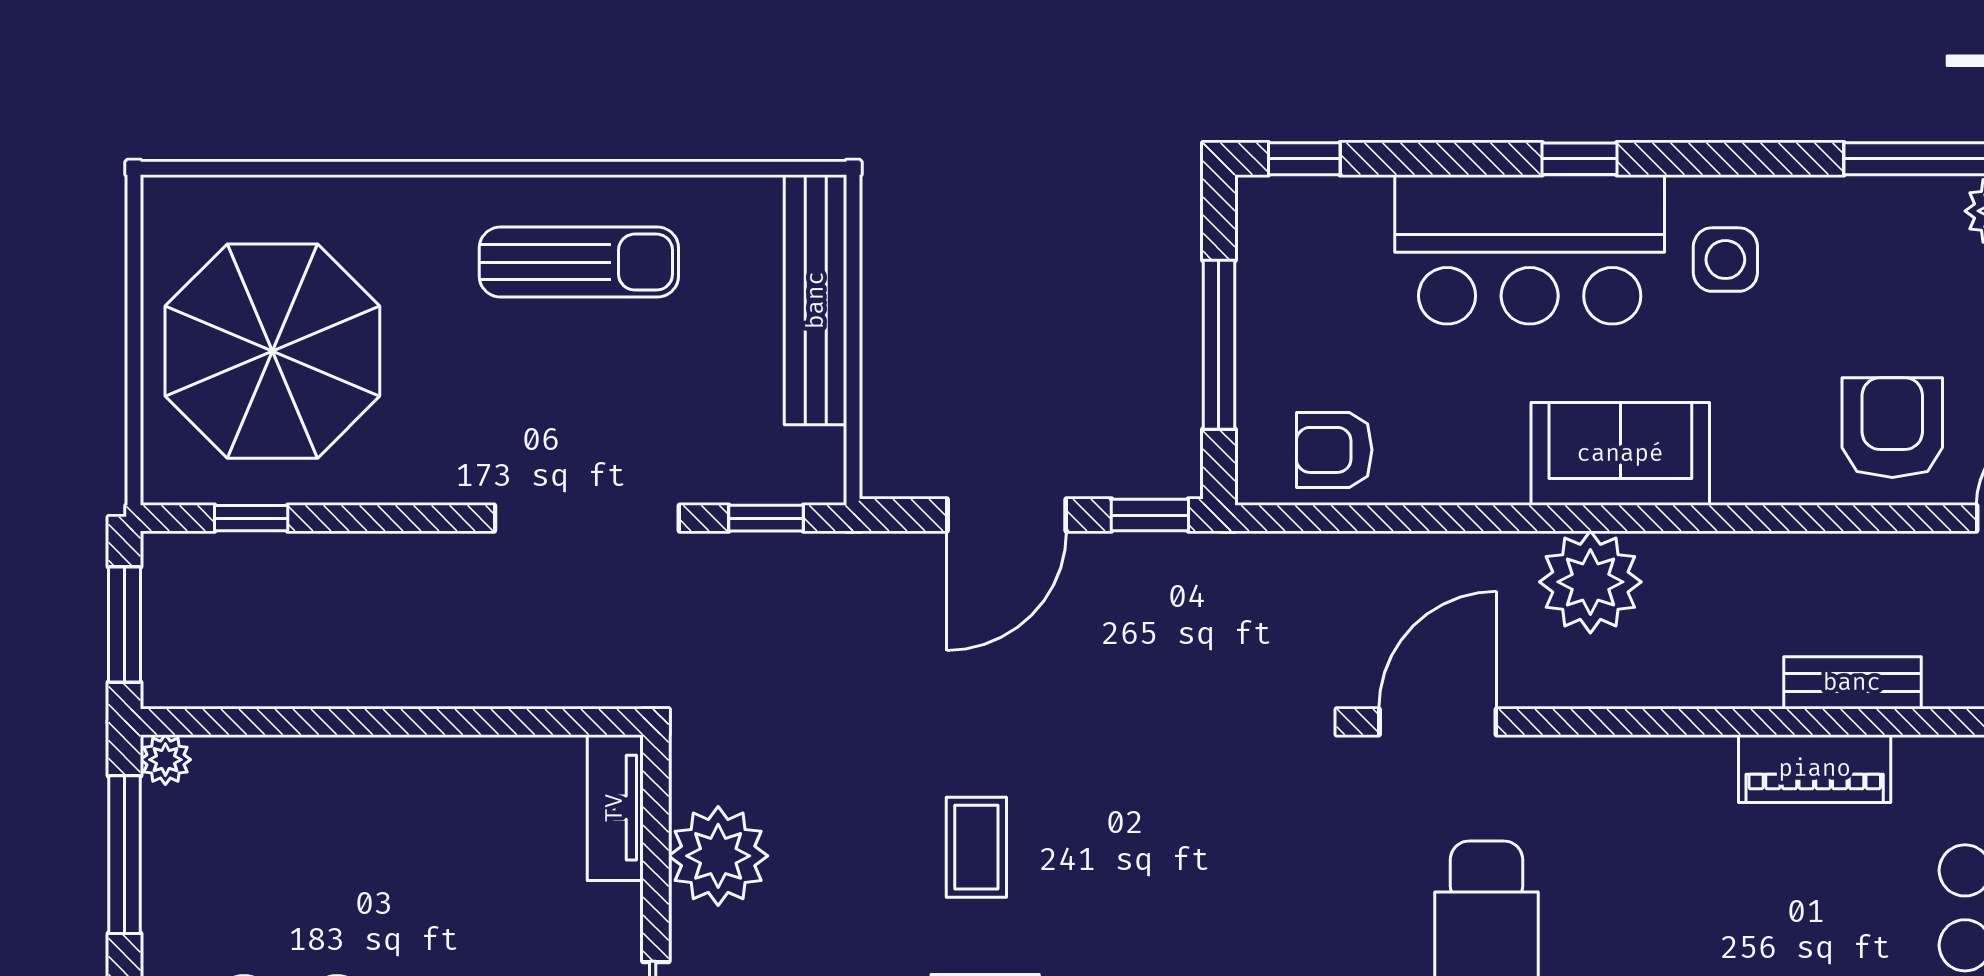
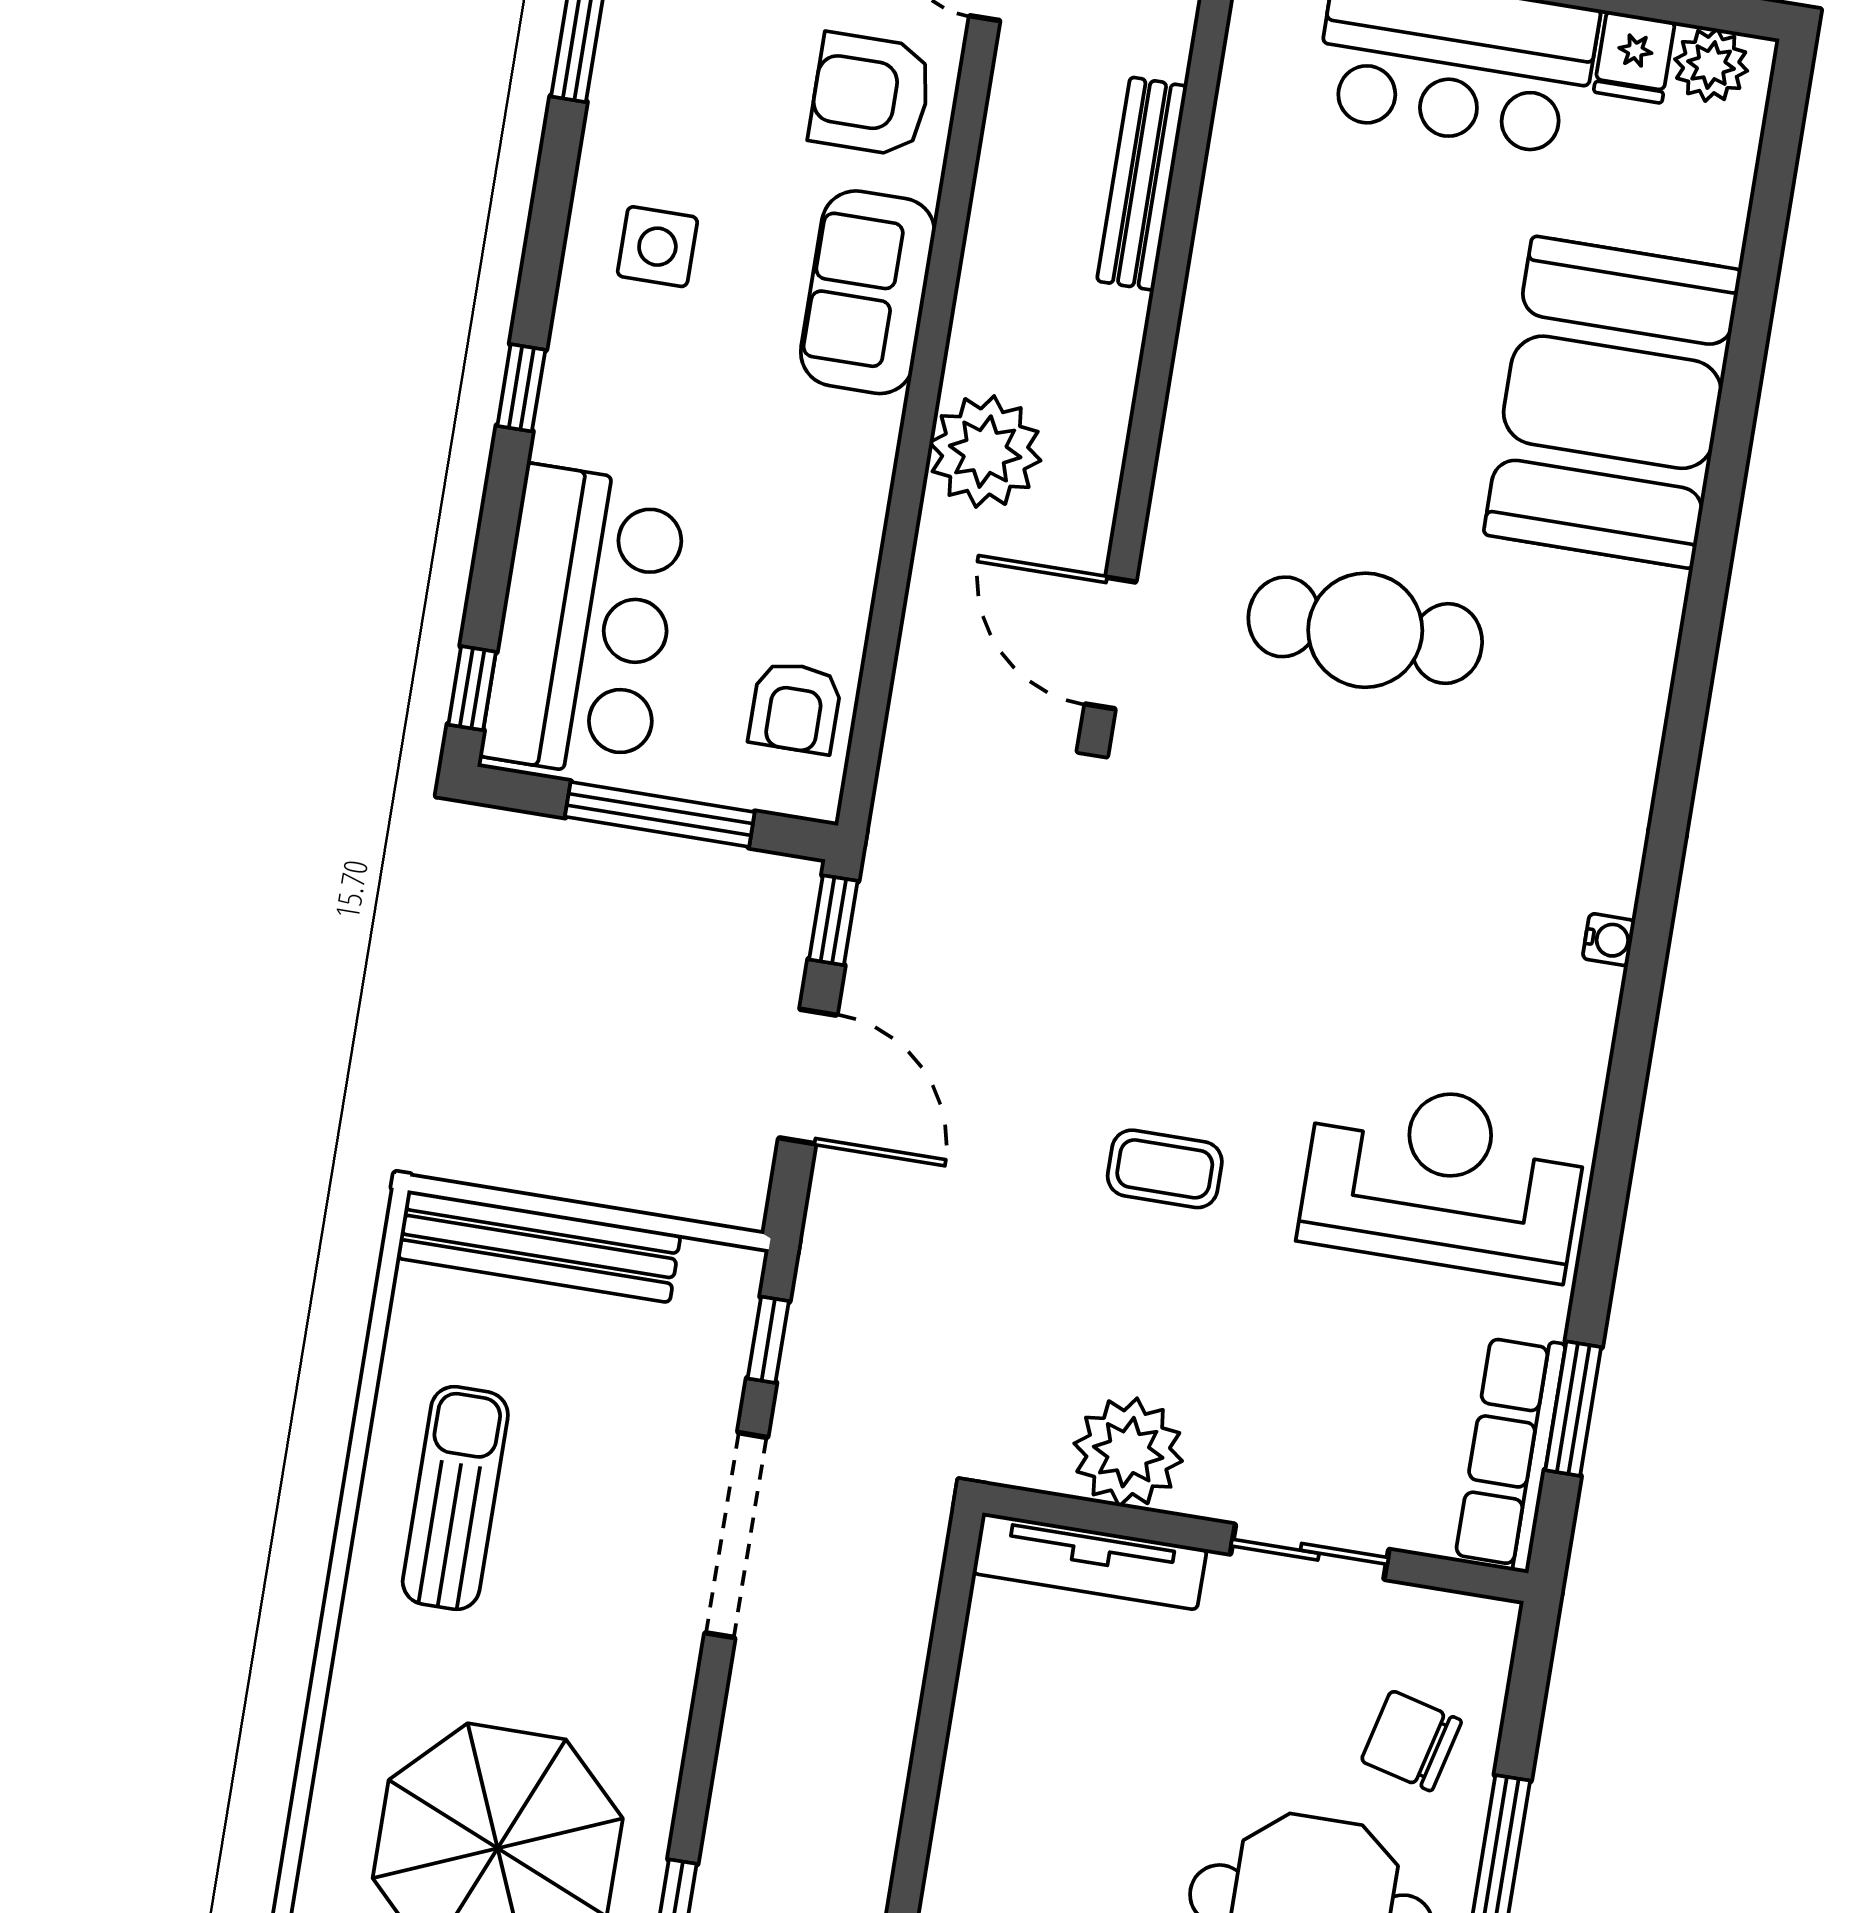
bar counter: (1530, 249) -> (585, 623), moved
sofa: (1620, 454) -> (868, 292), moved
bench: (1852, 683) -> (1142, 184), width x1.36
piano: (1815, 769) -> (1229, 240), removed
tv unit: (615, 808) -> (1090, 1561), width x1.41

